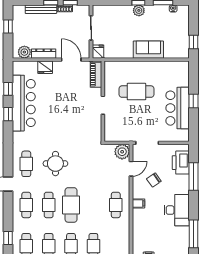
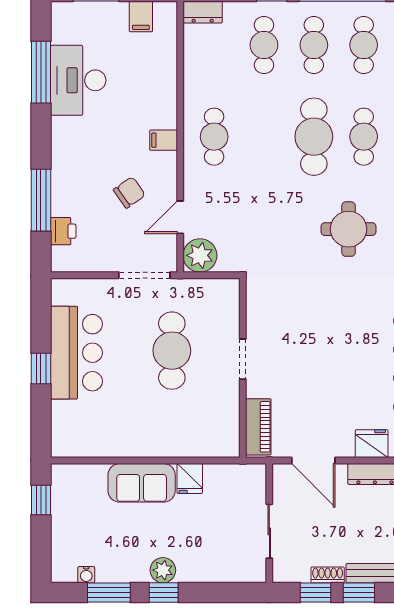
fridge: (98, 52) -> (190, 479), moved
cafe table: (136, 92) -> (172, 351), moved, turned 90
printer: (181, 163) -> (63, 231), width x0.53, depth x0.68
desk: (177, 210) -> (78, 80), moved

